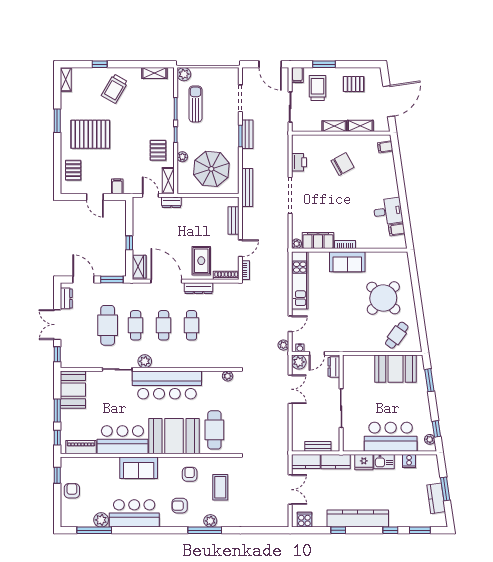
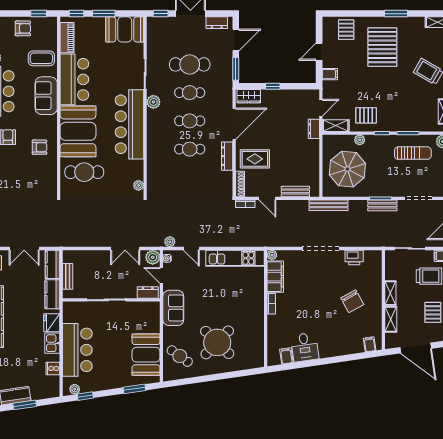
pallet: (73, 170) -> (346, 30), turned 90
sofa: (347, 262) -> (173, 308), moved, turned 180
coffee table: (220, 487) -> (41, 58), moved

